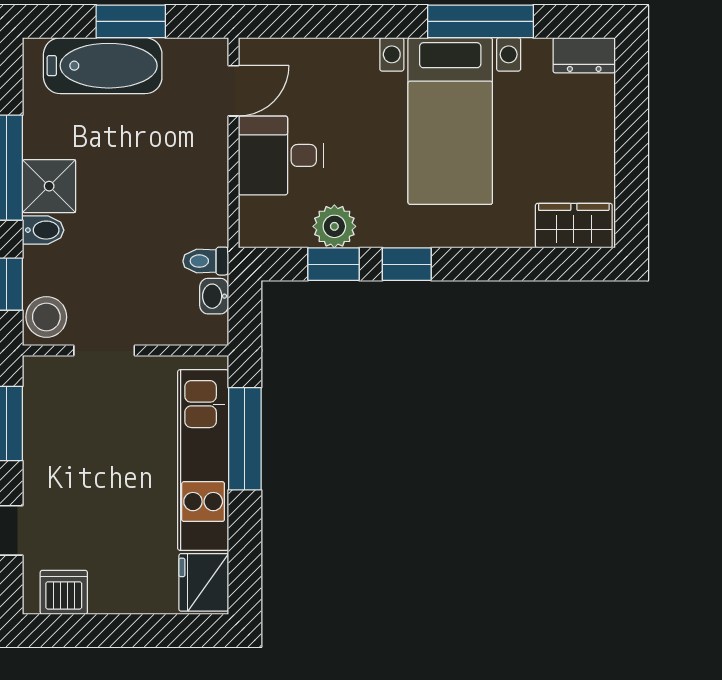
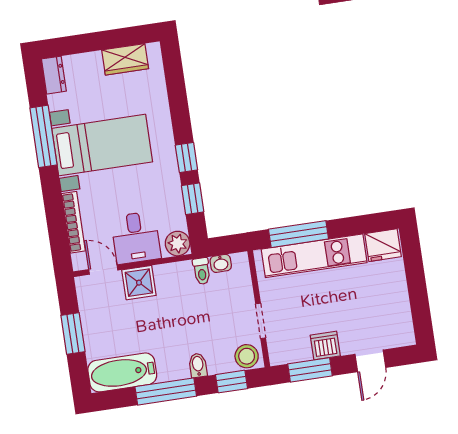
bookcase: (324, 51) -> (73, 222), added
bathtub: (103, 66) -> (122, 372), moved, turned -90
shower: (49, 186) -> (139, 283), moved
plant: (334, 226) -> (178, 244), moved
wardrobe: (574, 226) -> (125, 59), moved, turned -90
dishwasher: (64, 592) -> (325, 345), moved, turned 90

